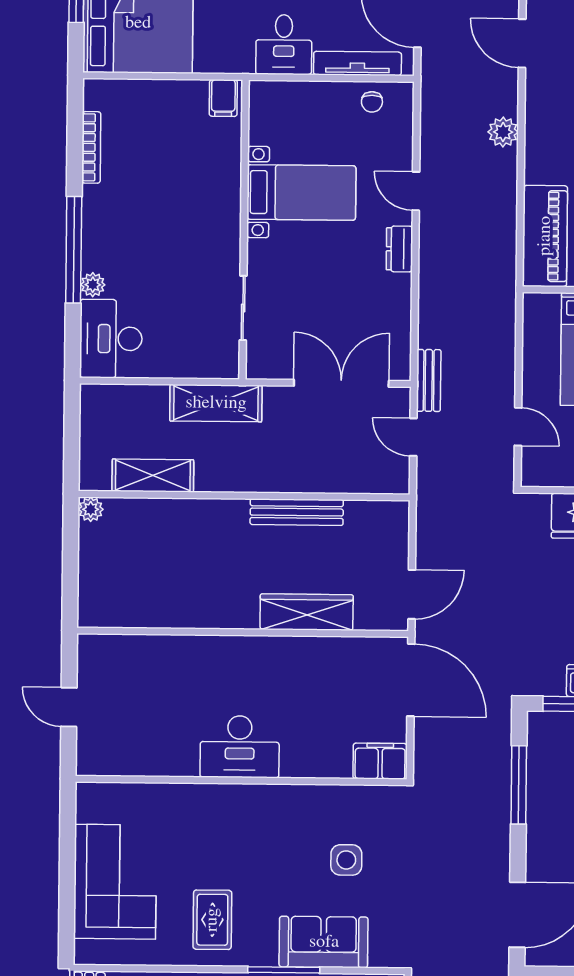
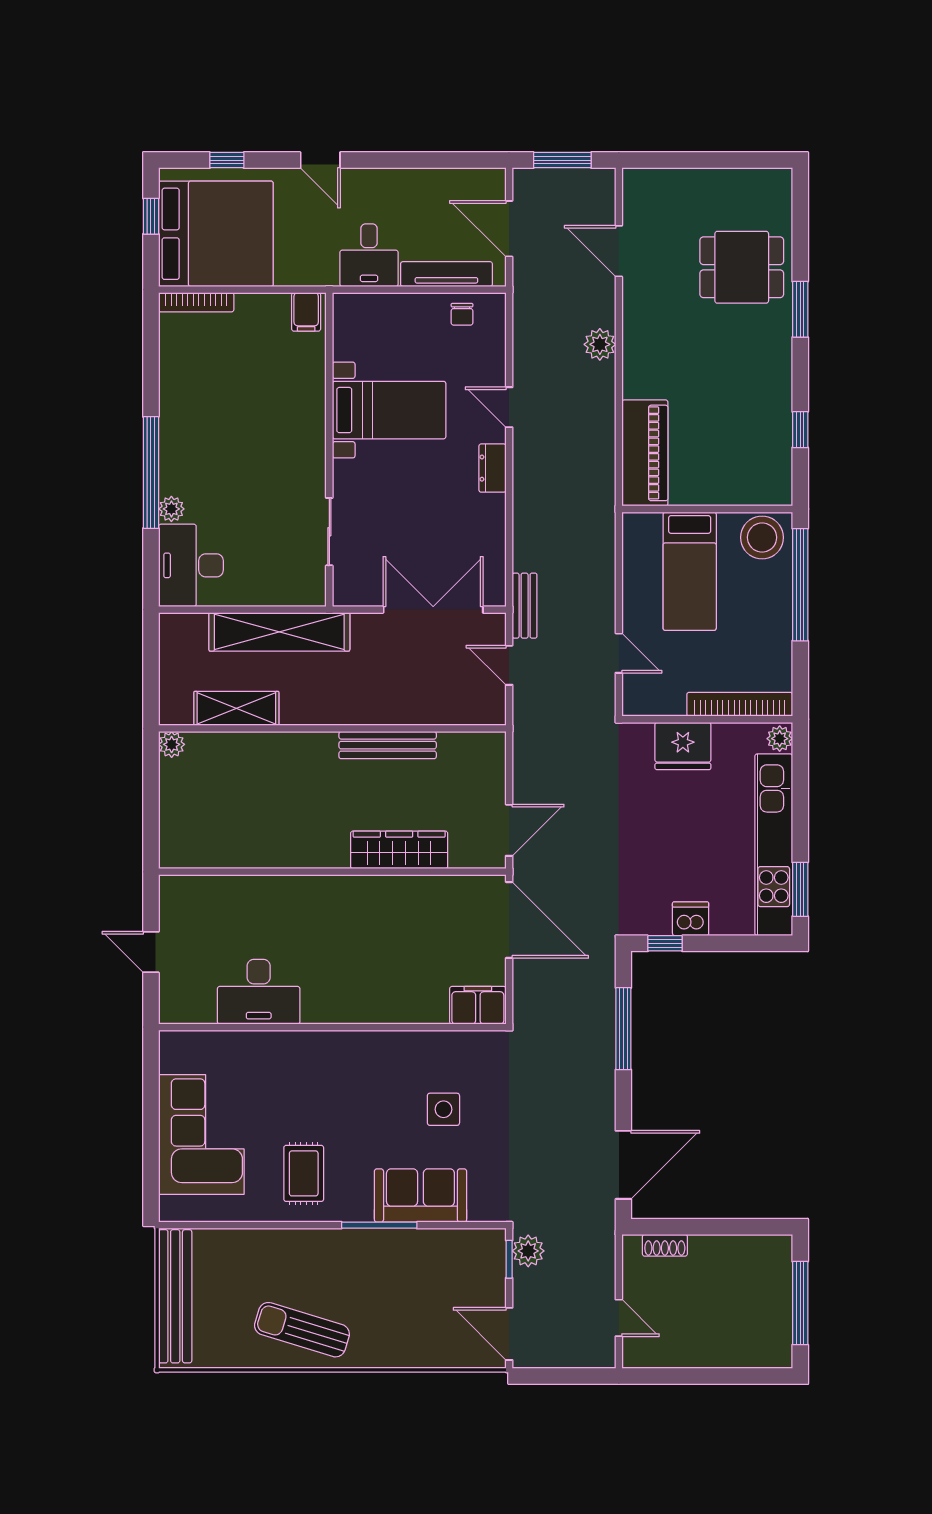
bookcase: (91, 147) -> (196, 302), moved, turned 90
shelving: (216, 403) -> (279, 632), width x1.47
desk: (240, 747) -> (259, 992), moved

